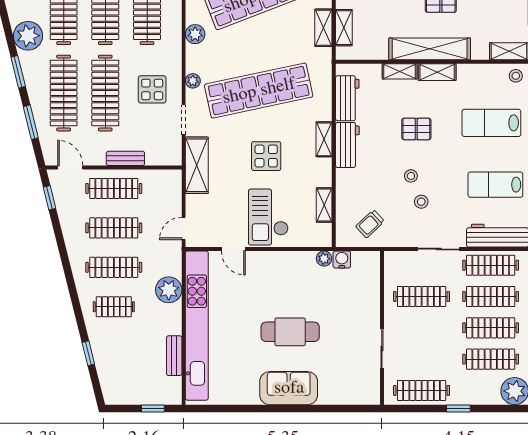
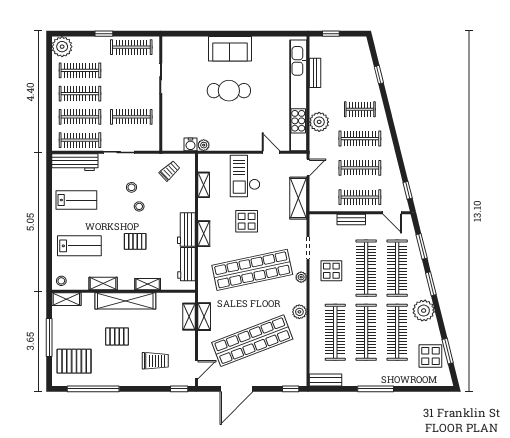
shelving: (437, 72) -> (103, 284), moved
shelving: (197, 165) -> (298, 198), moved
checkout: (268, 217) -> (245, 176), turned 180

